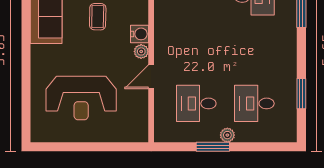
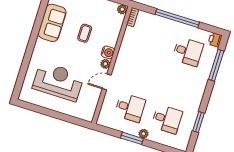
reception desk: (81, 98) -> (58, 81), turned 180
desk: (196, 103) -> (130, 108), turned 180
desk: (254, 103) -> (167, 119), turned 180

